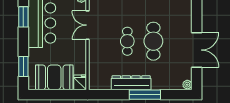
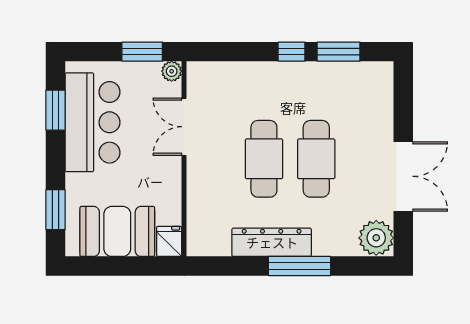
cafe table: (127, 41) -> (264, 159), width x1.37, depth x1.35
plant: (187, 85) -> (376, 238), width x1.88, depth x1.88

